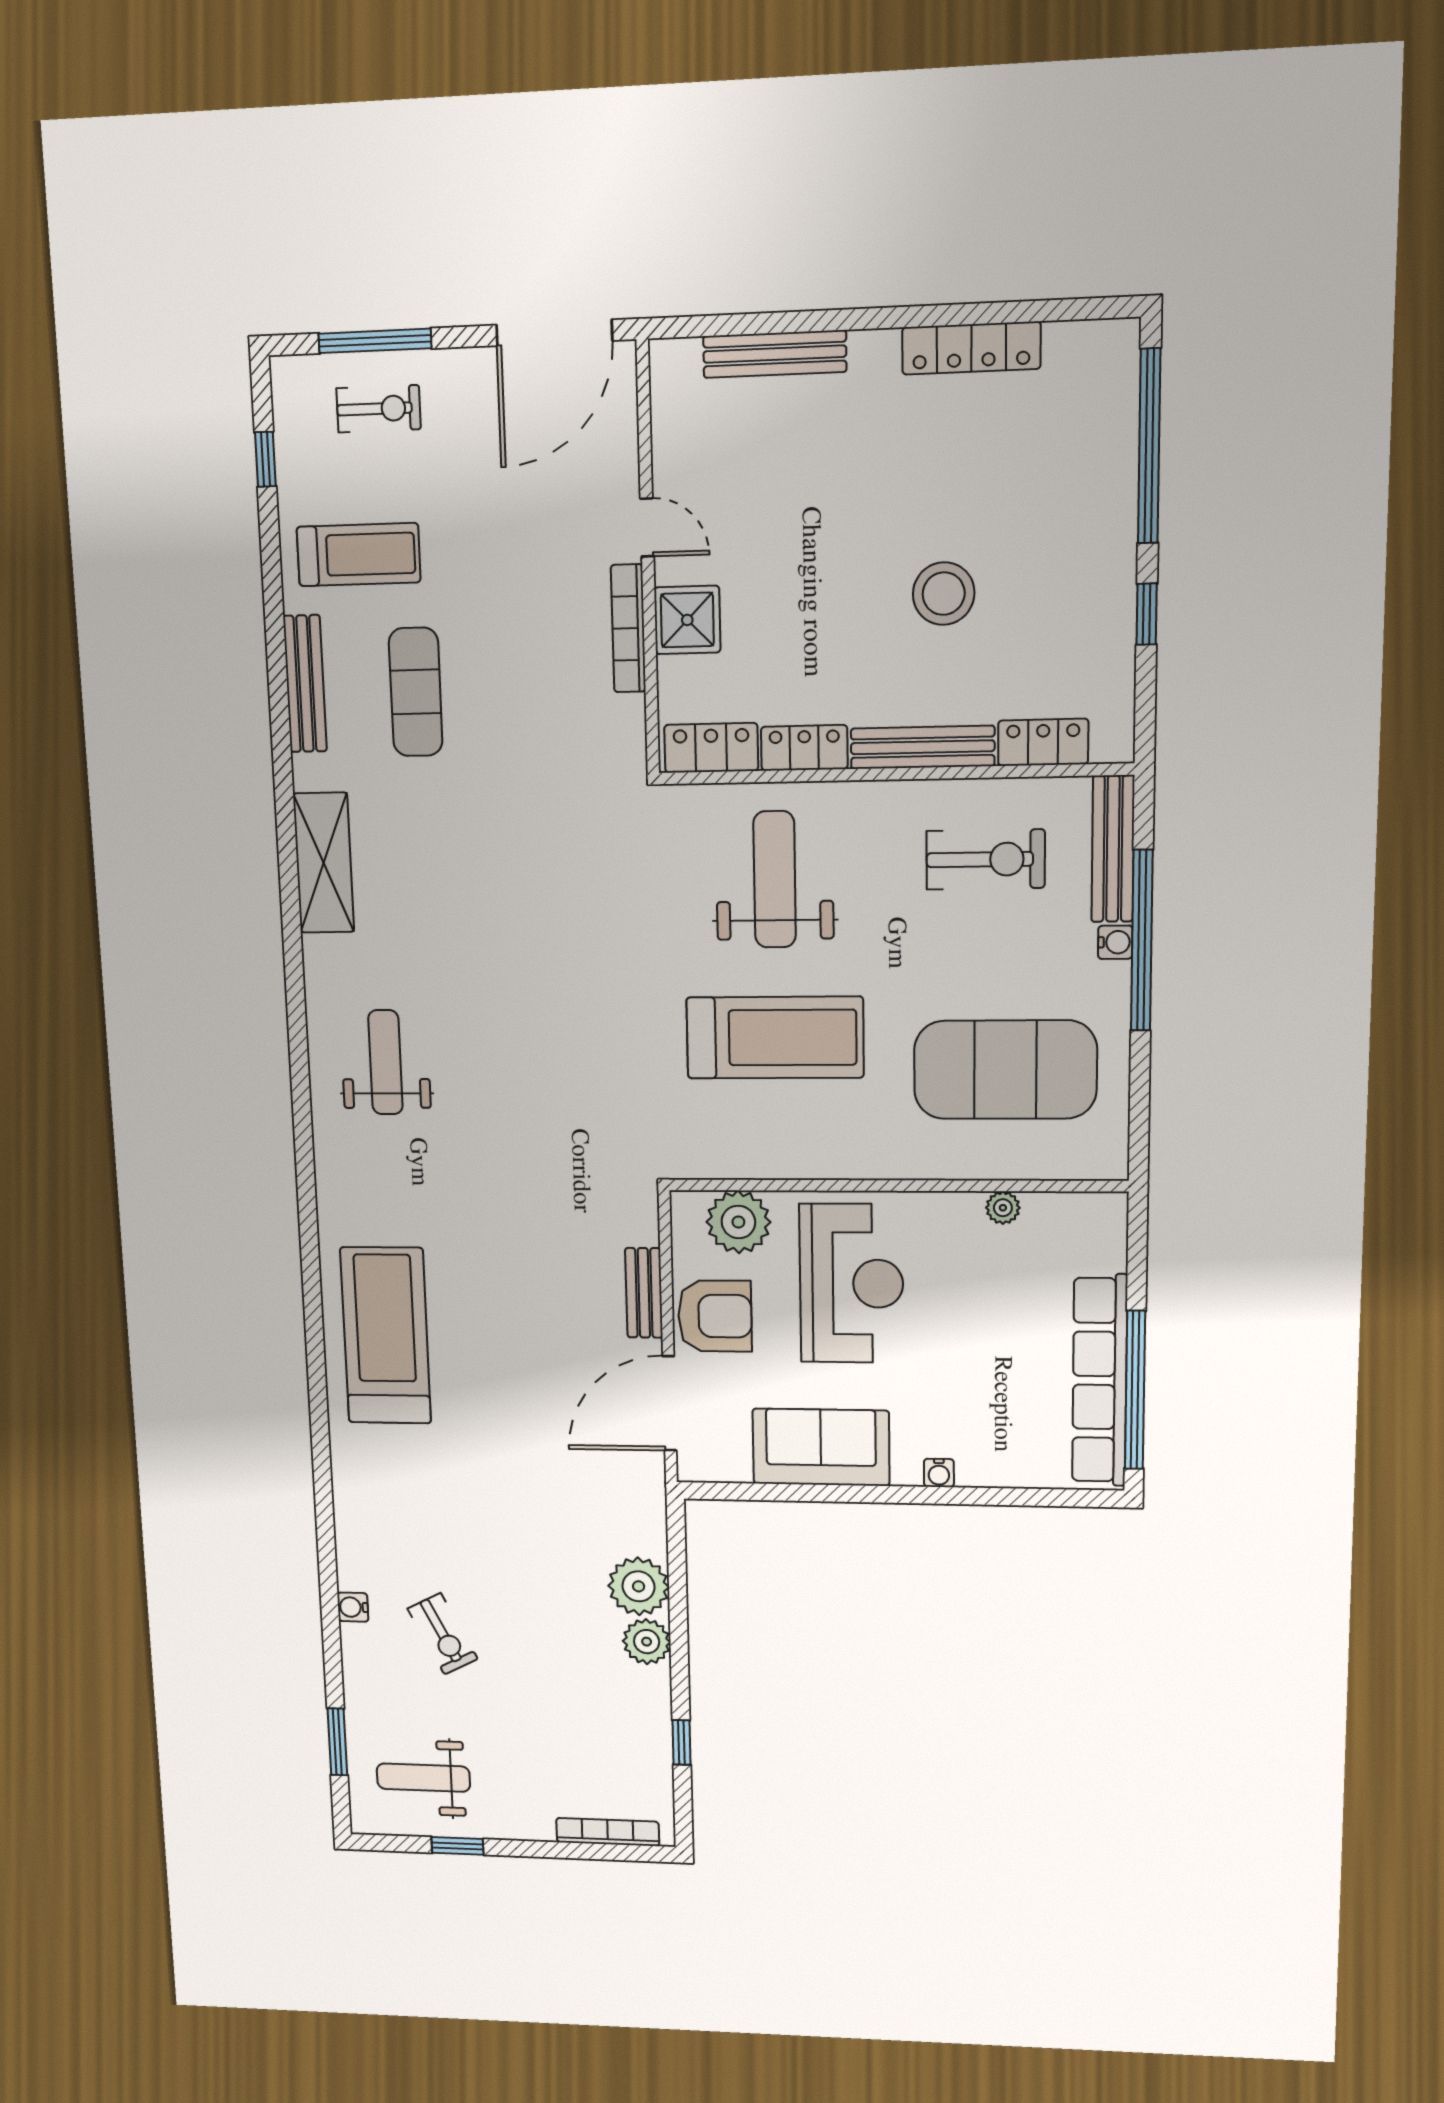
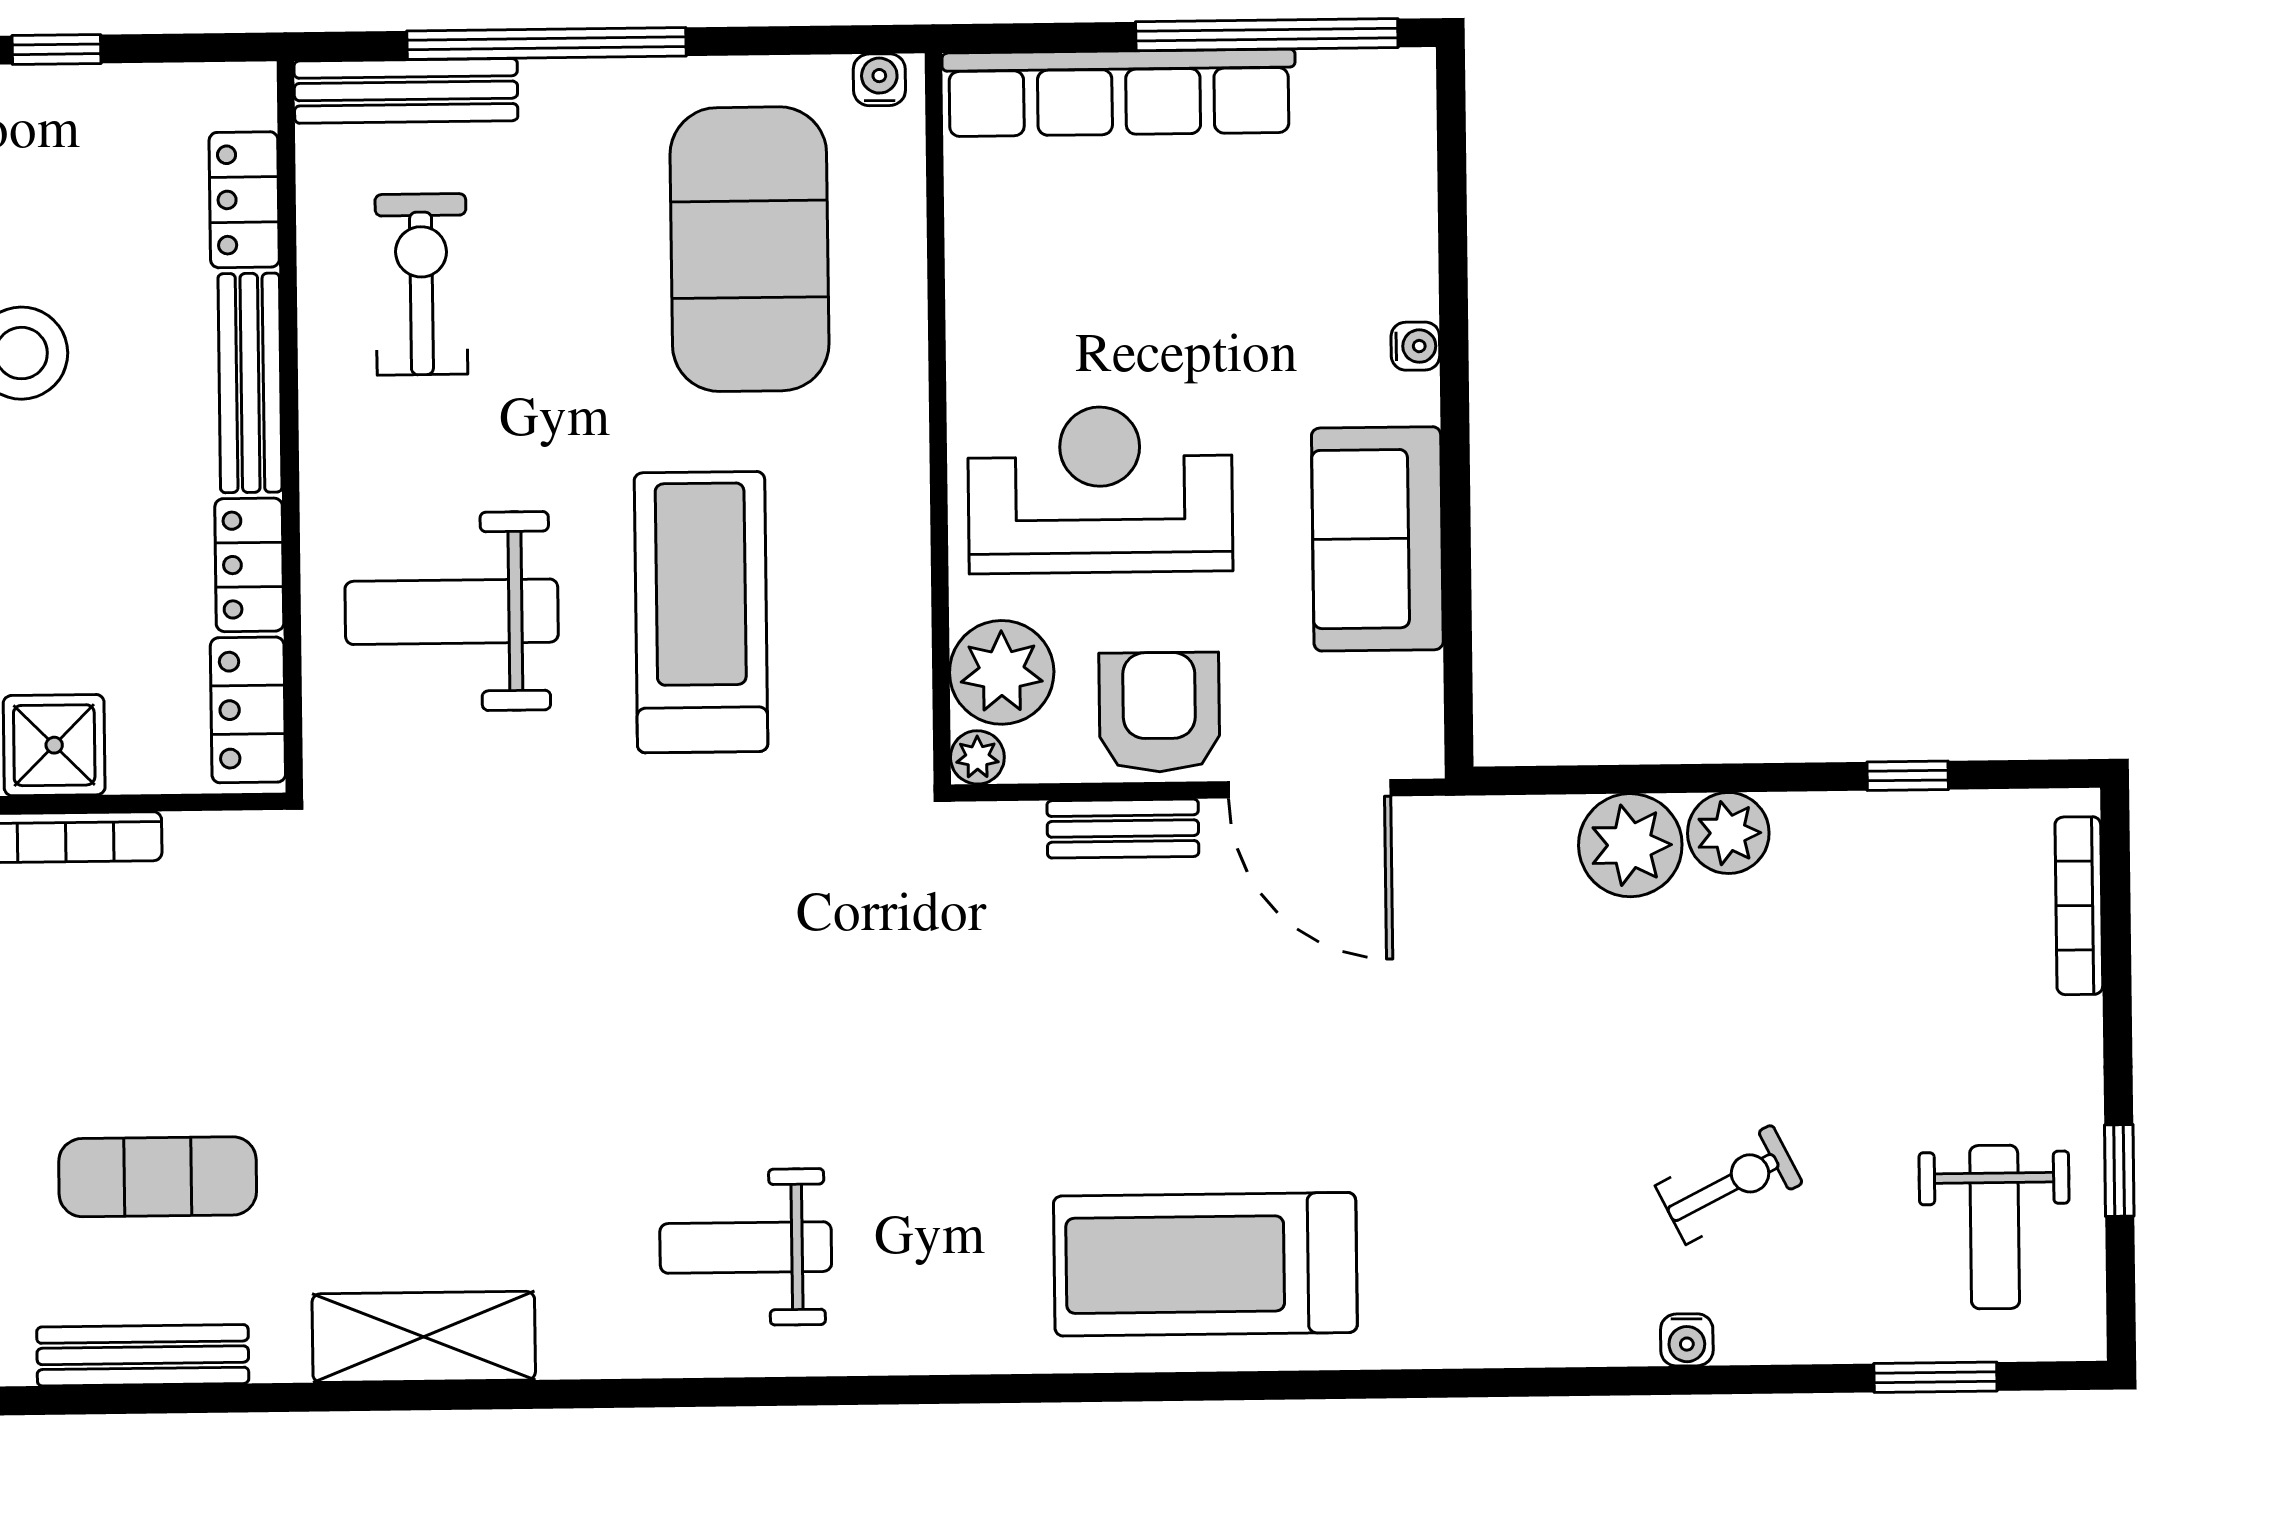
water cooler: (1115, 942) -> (879, 80), moved
plant: (1003, 1208) -> (977, 757), moved
row of seats: (1100, 1380) -> (1119, 93), moved

